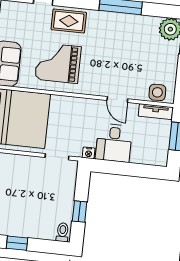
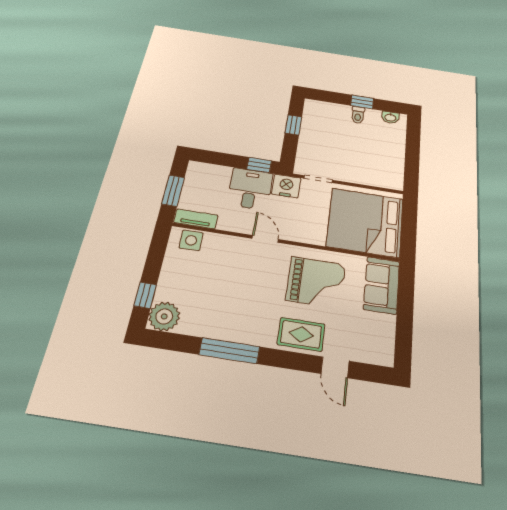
door: (117, 100) -> (265, 239), moved
nightstand: (89, 153) -> (286, 186), width x1.89, depth x1.79
window: (108, 167) -> (259, 165), added
toilet: (63, 232) -> (358, 115), moved

